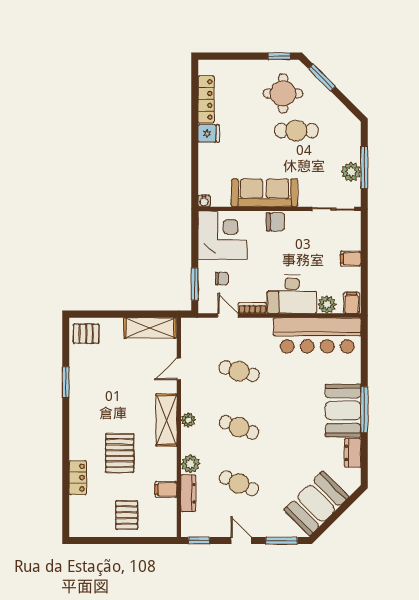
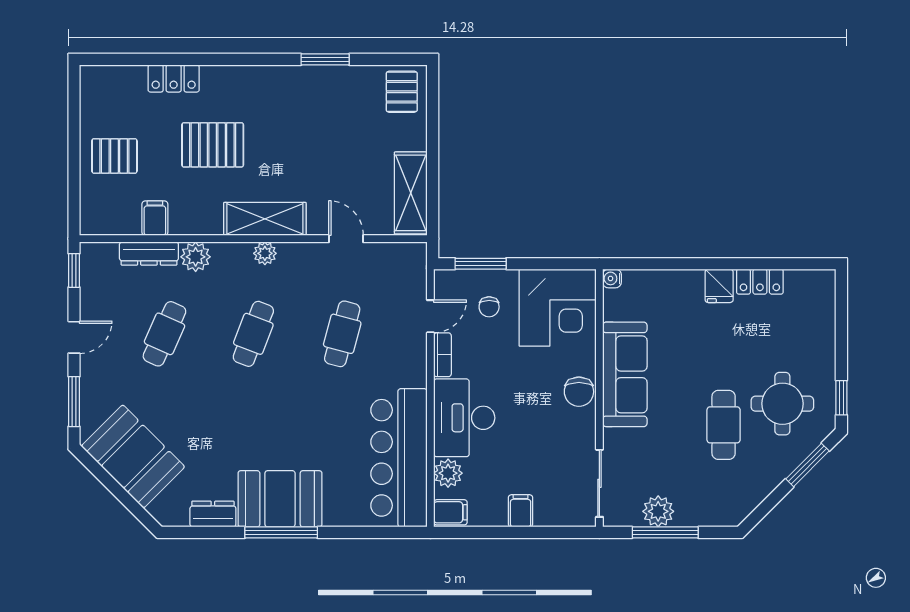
locker: (206, 99) -> (760, 282), width x0.66

